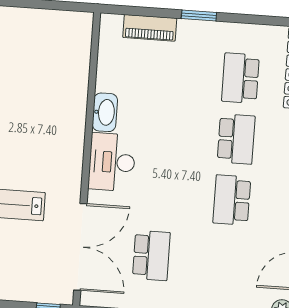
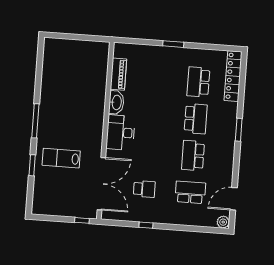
piano: (150, 28) -> (118, 74), moved, turned -90
school desk: (151, 255) -> (144, 189), width x0.54
school desk: (227, 261) -> (190, 192), added

